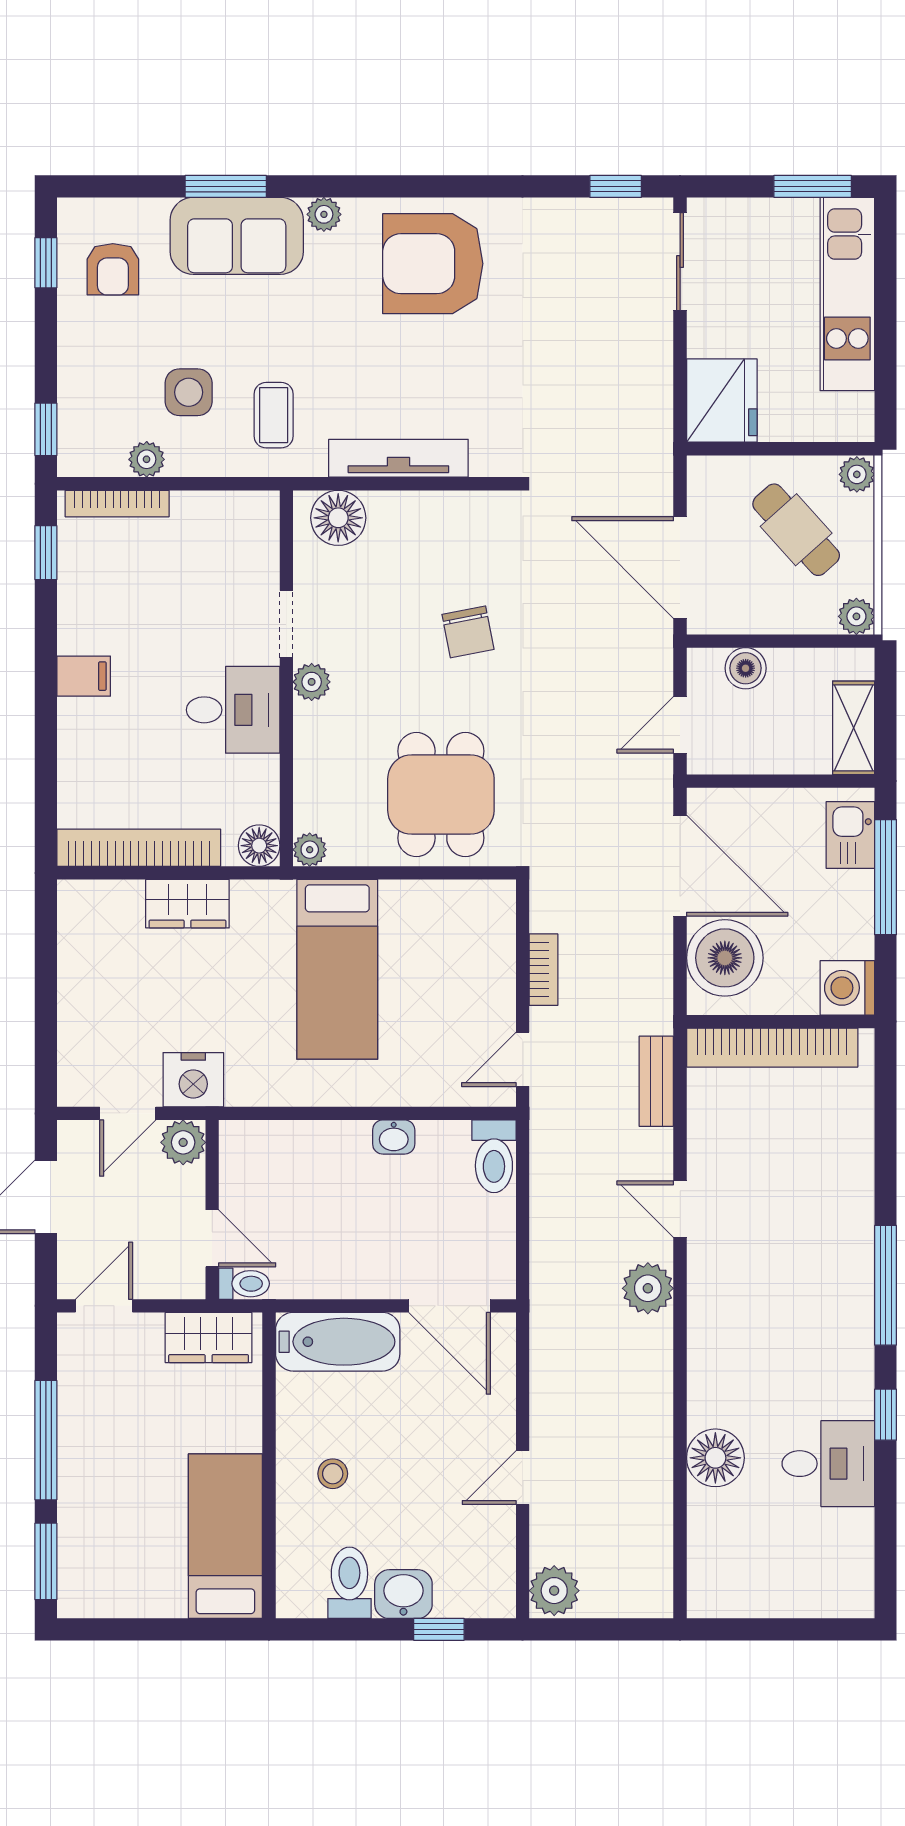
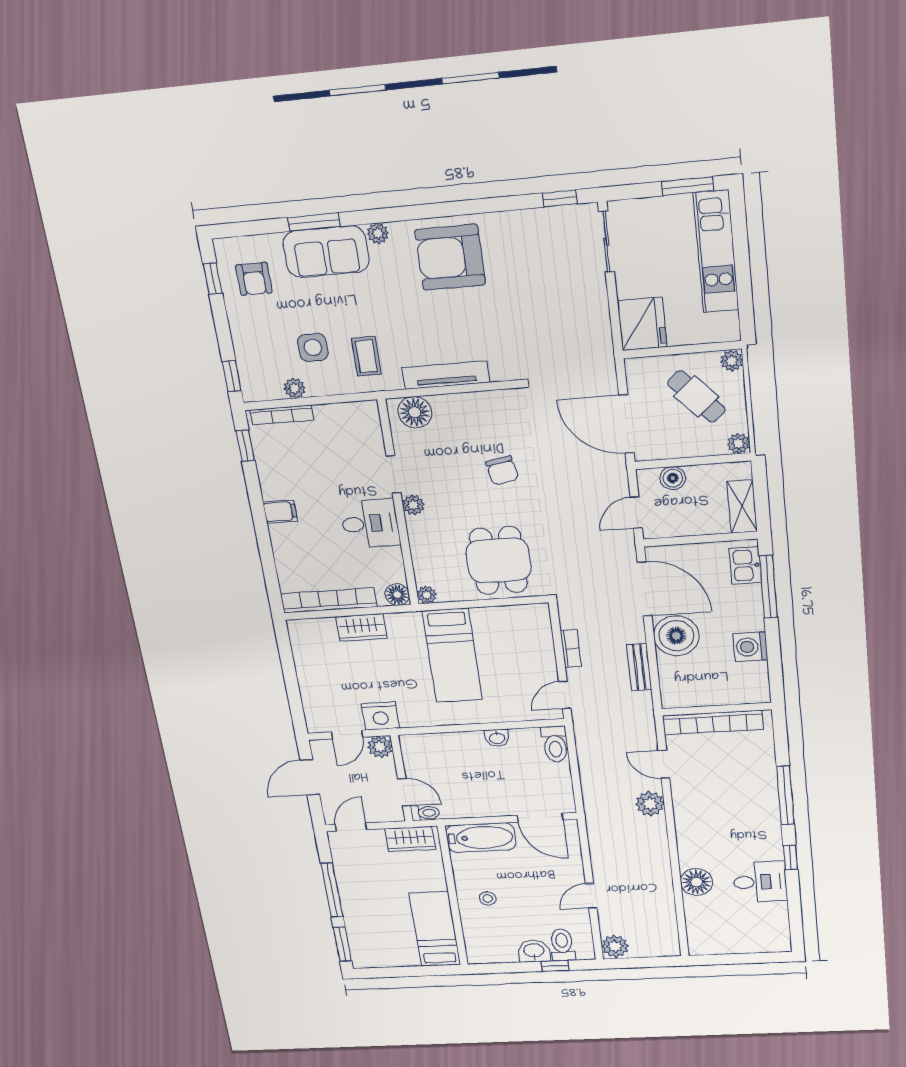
wall: (781, 1022) -> (717, 709), moved
bookcase: (772, 1048) -> (713, 722), moved
bench: (656, 1081) -> (639, 667), moved
toilet: (349, 1583) -> (562, 945), moved

